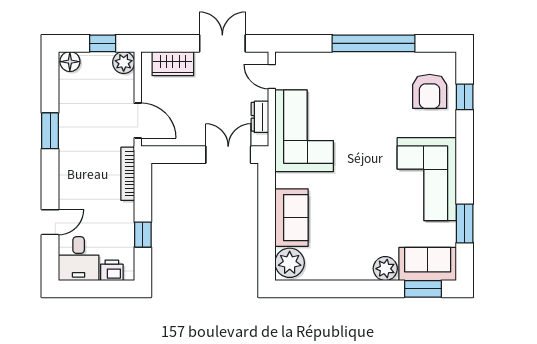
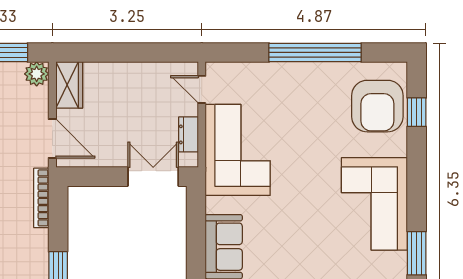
double door: (222, 43) -> (147, 52), removed
wardrobe: (173, 64) -> (69, 85), moved, turned -90
armchair: (430, 91) -> (377, 106), width x1.36, depth x1.36

